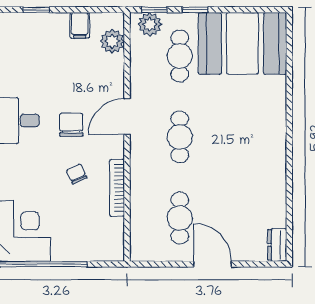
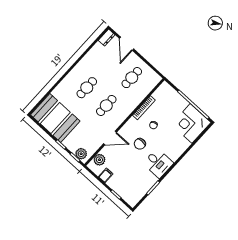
cafe table: (180, 56) -> (87, 88), moved
door: (127, 117) -> (110, 138), moved
door: (213, 264) -> (127, 44), moved

